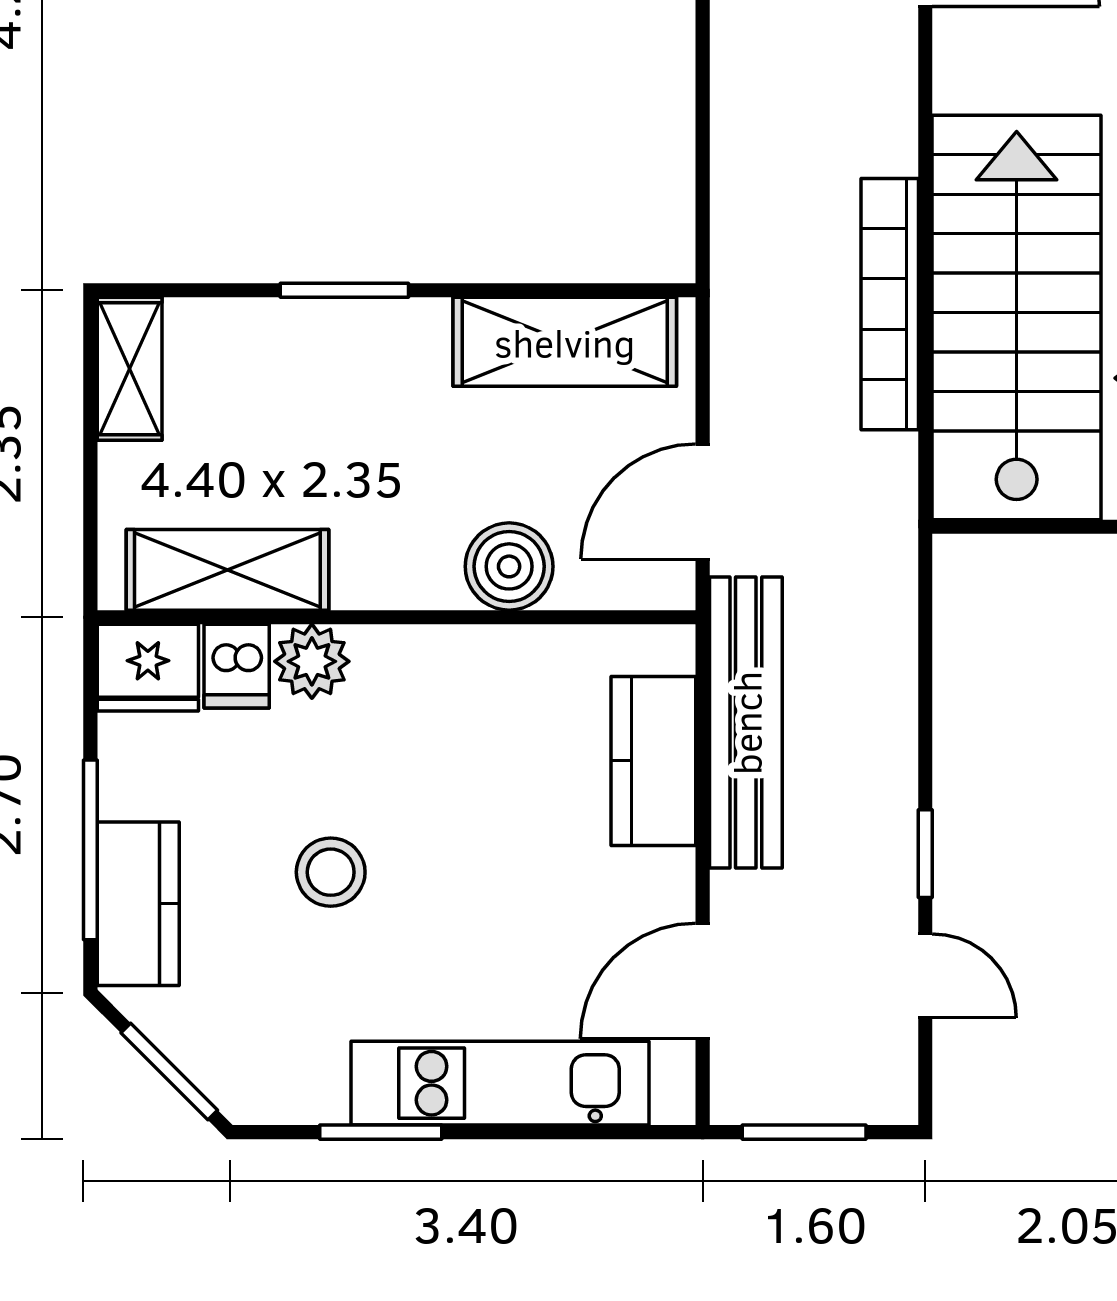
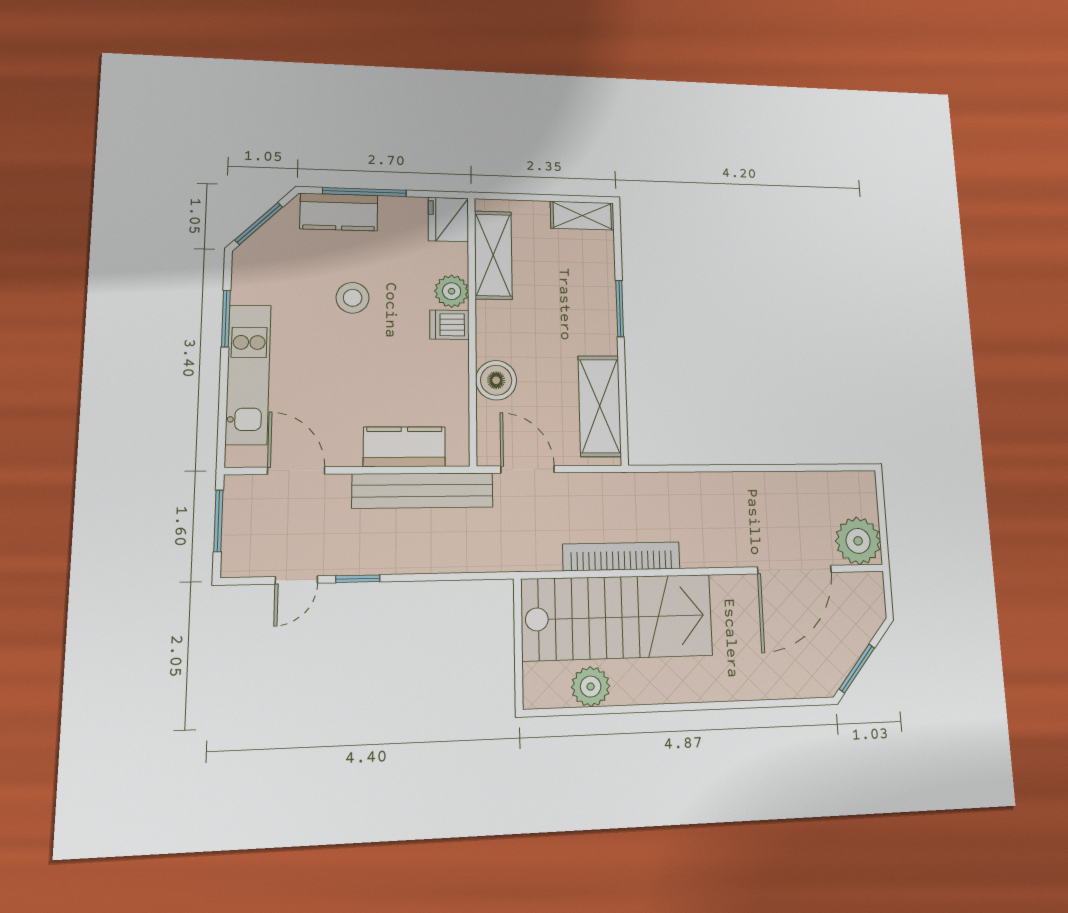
dishwasher: (237, 666) -> (449, 325), moved

